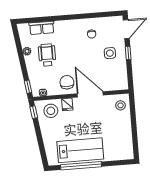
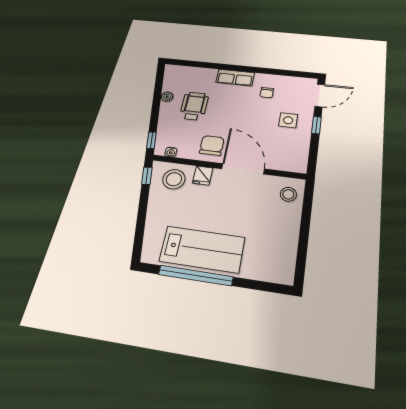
row of seats: (42, 28) -> (235, 78), moved

